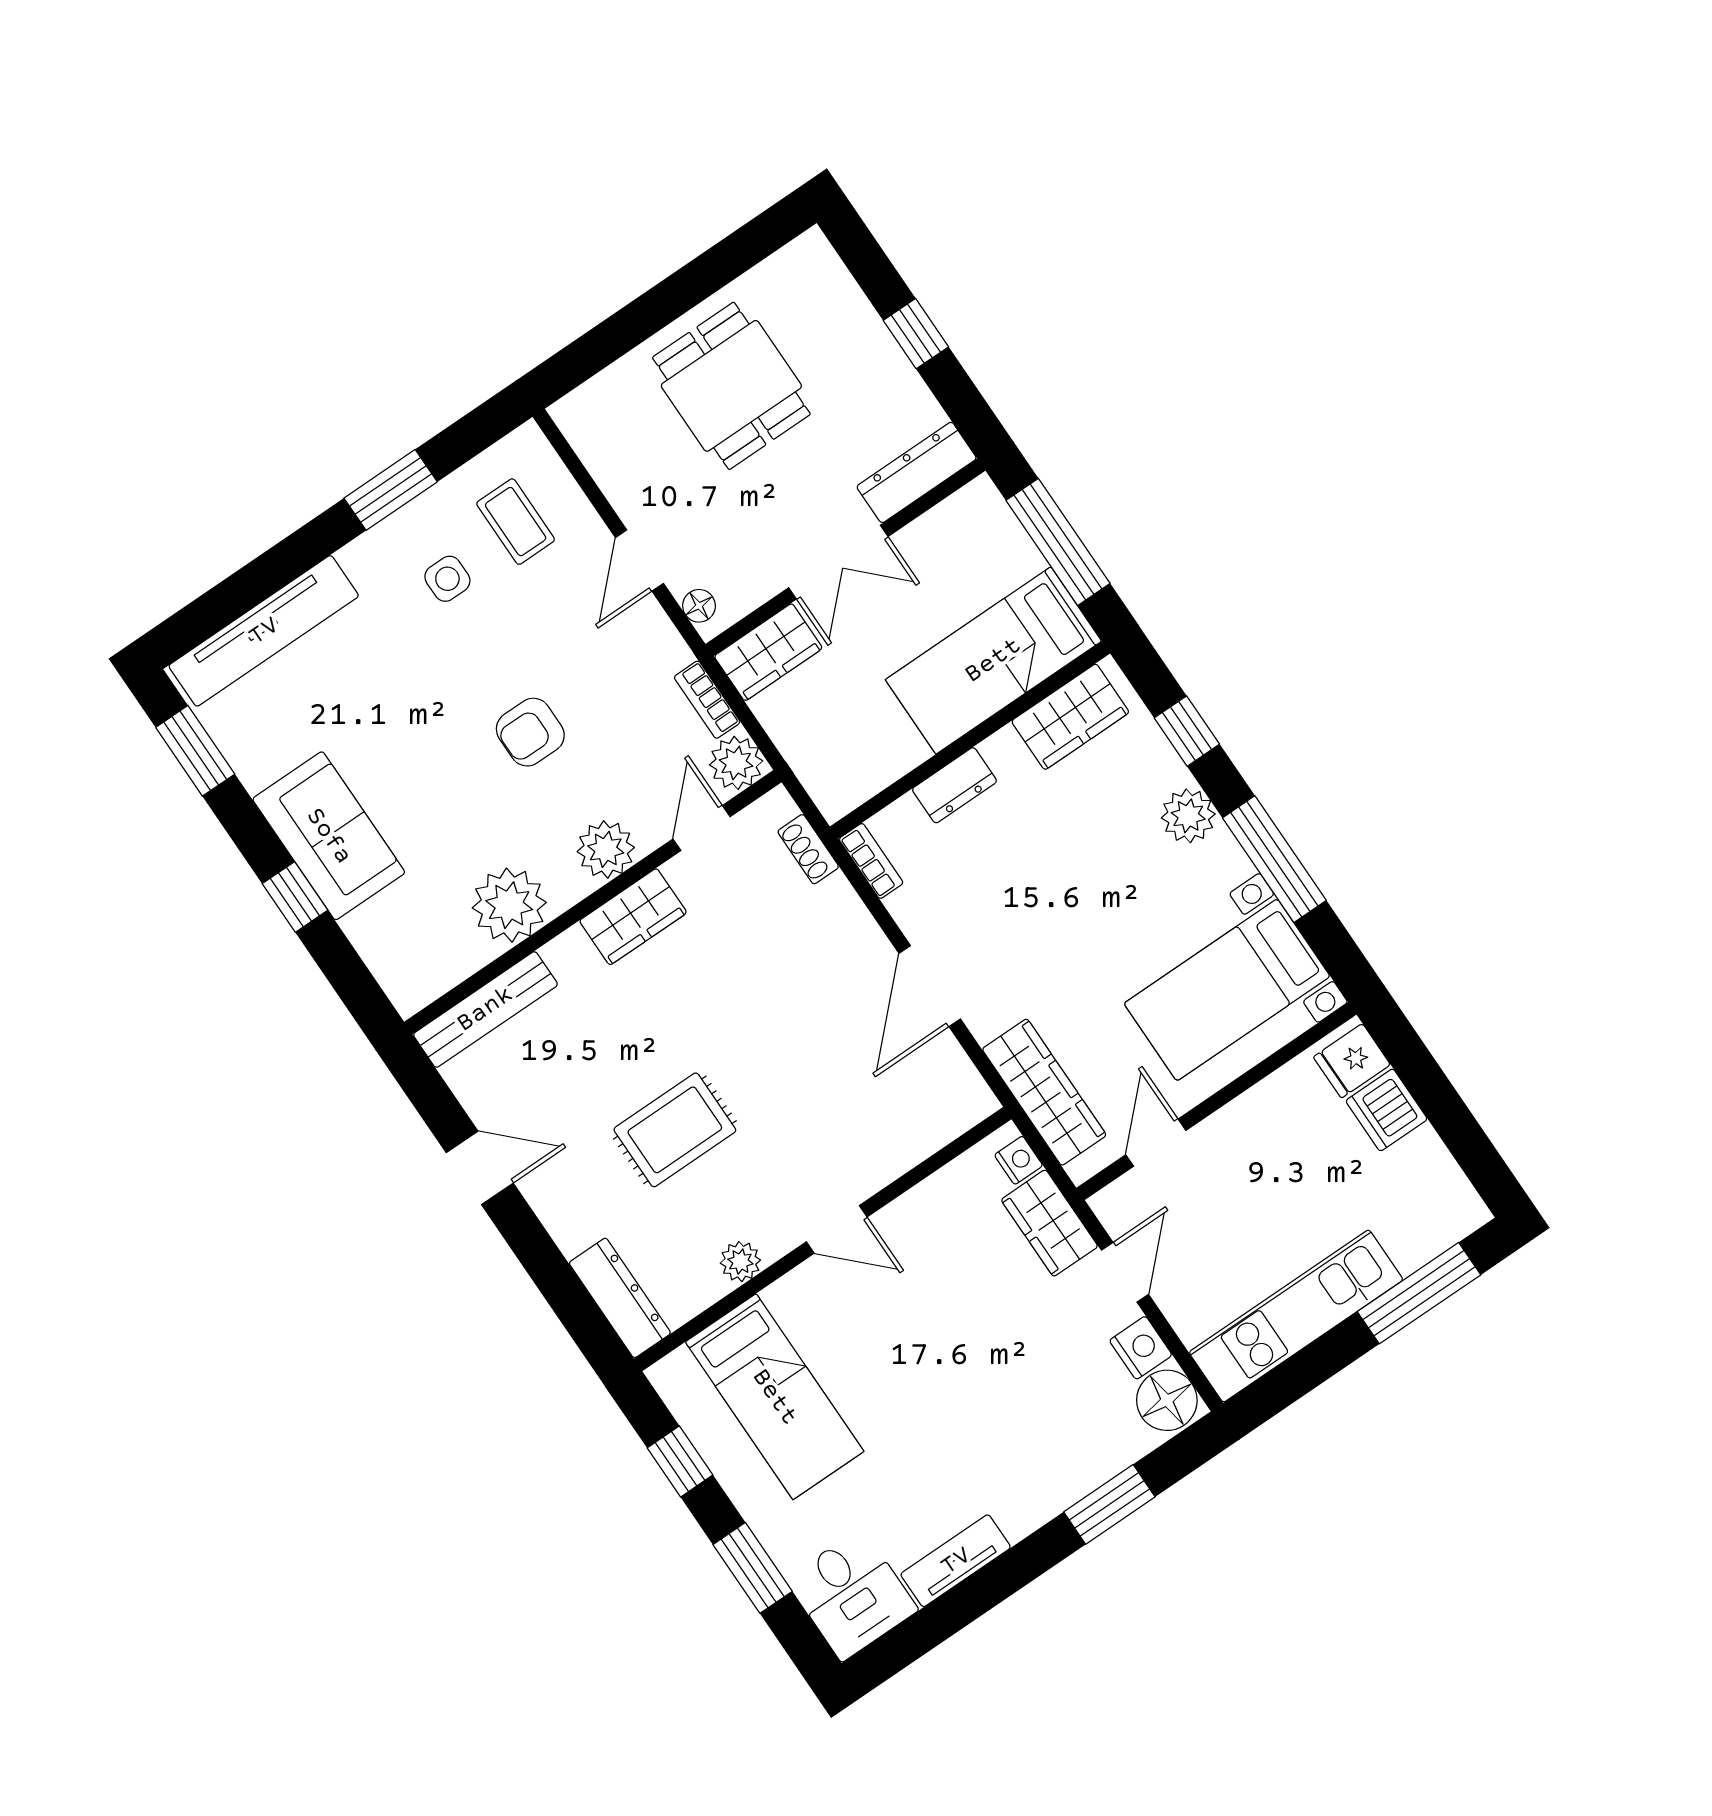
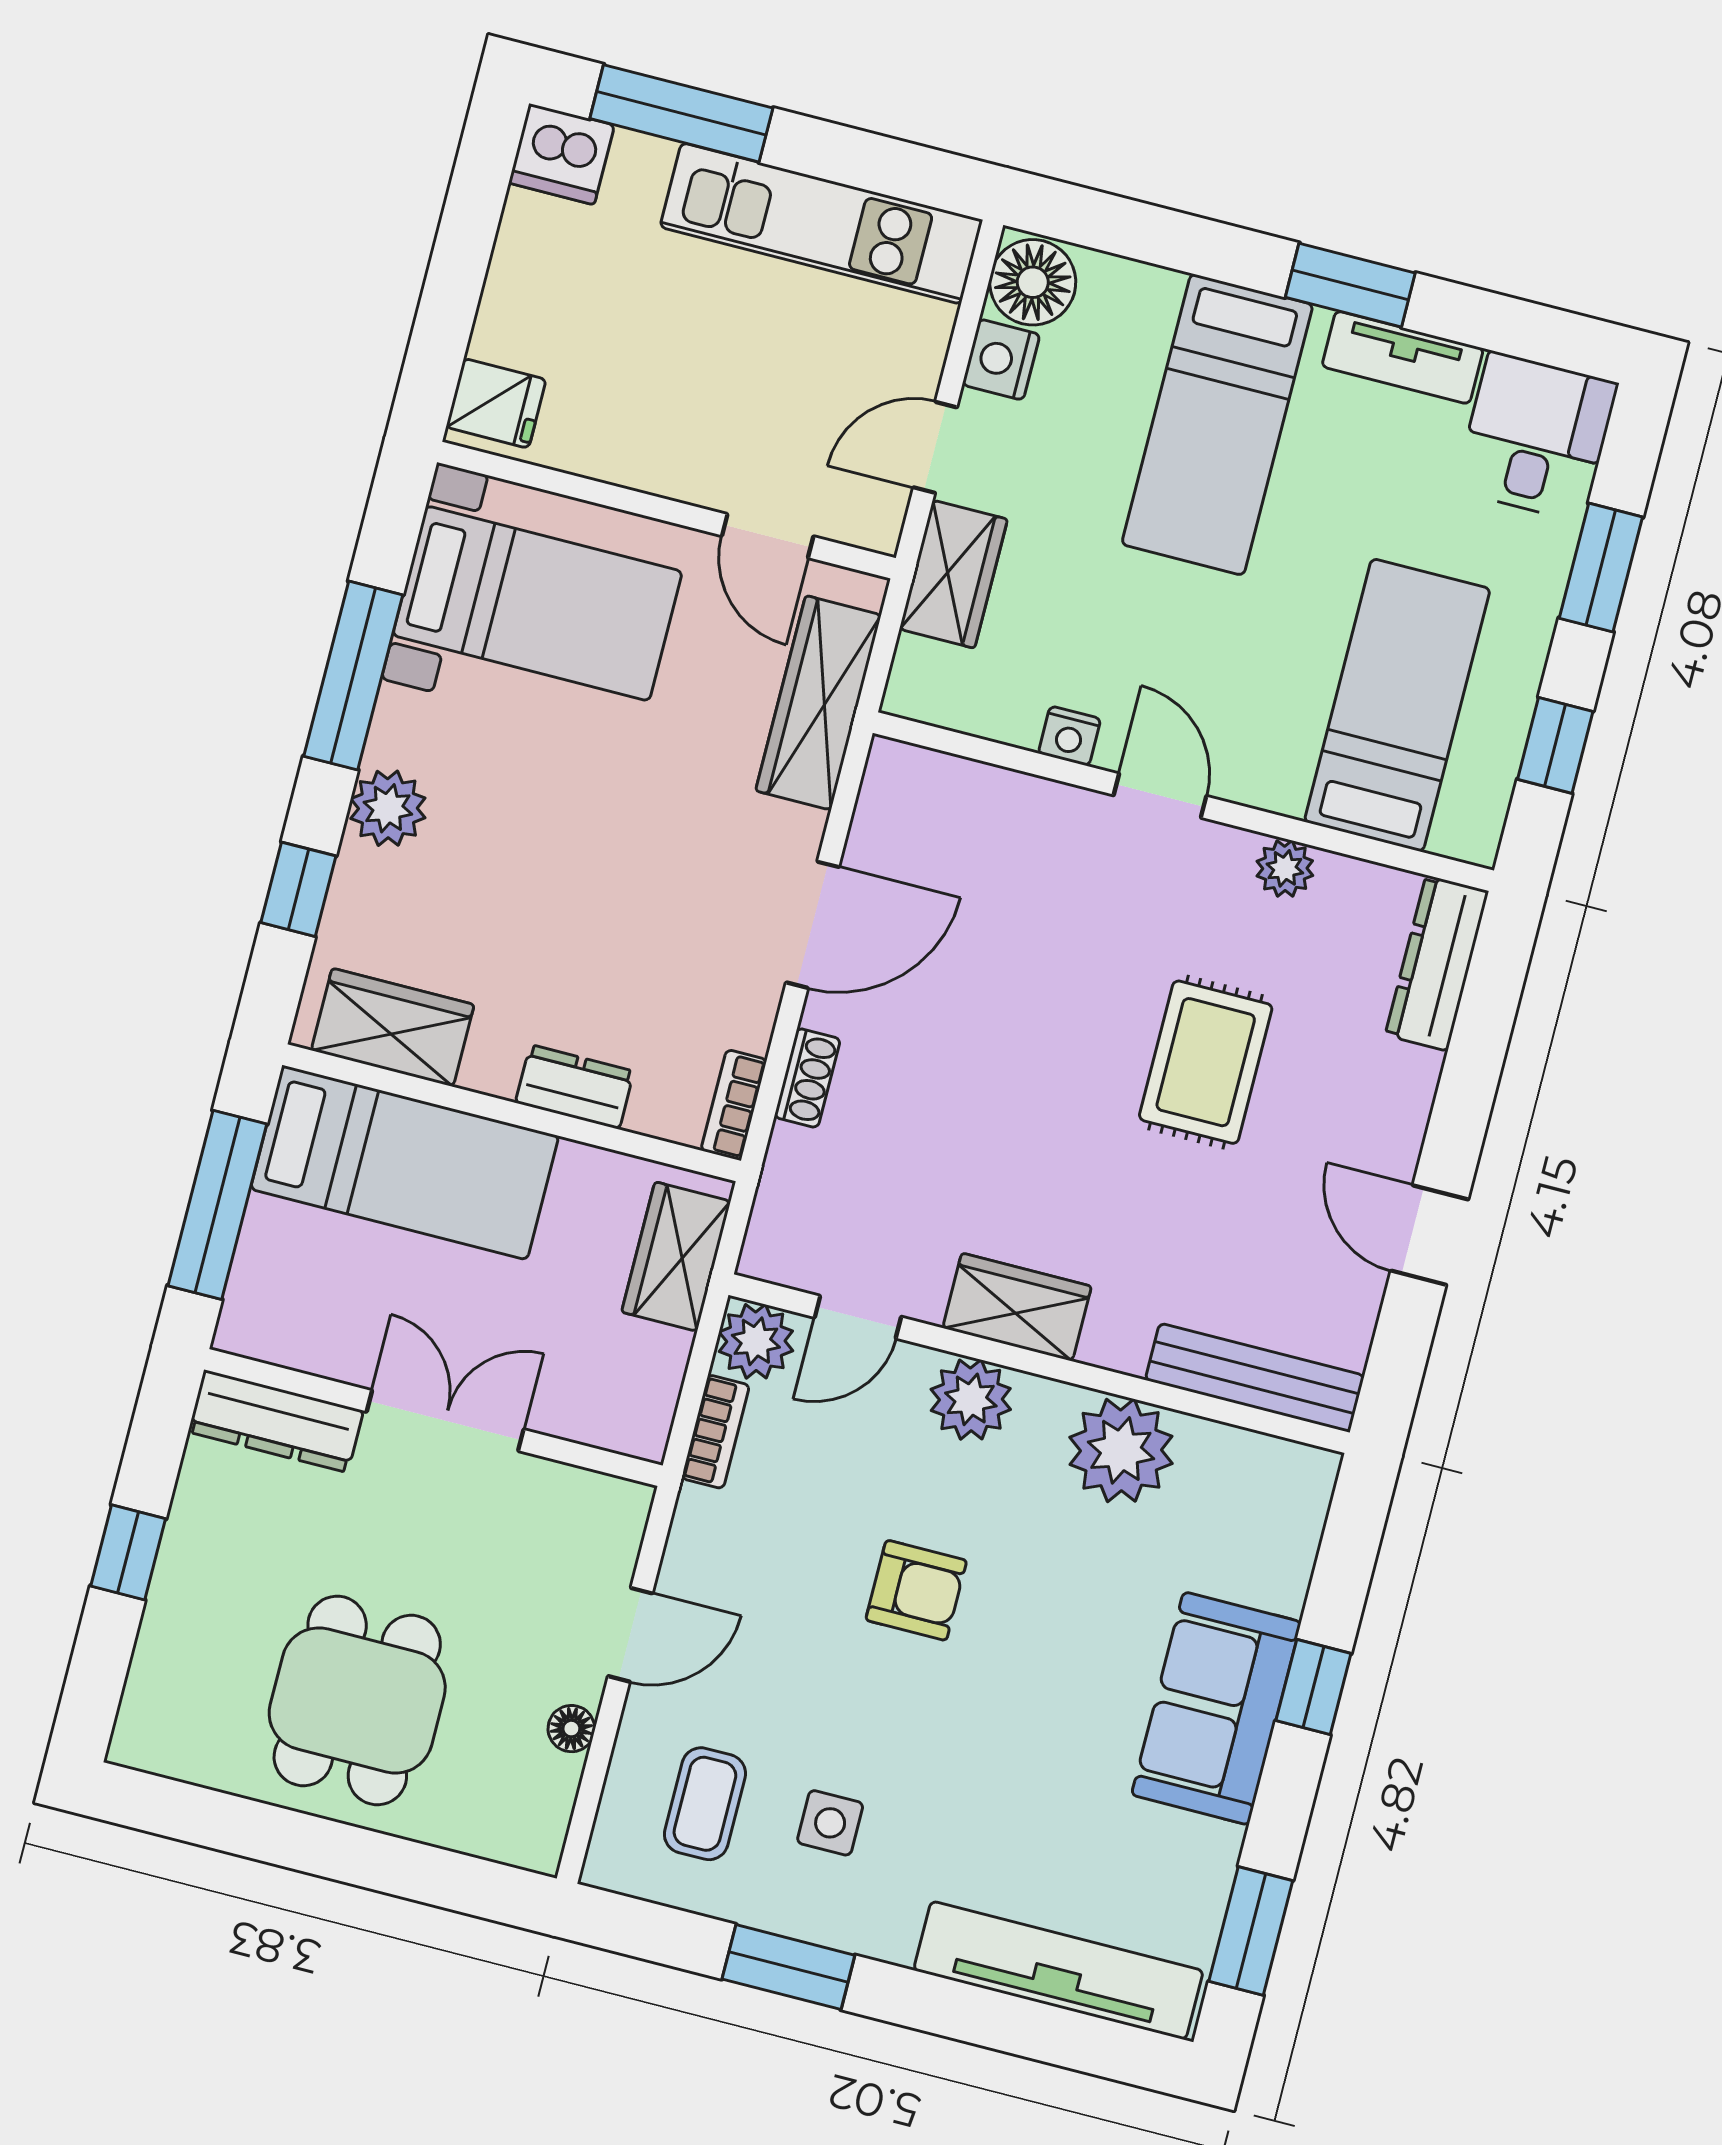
floor lamp: (699, 606) -> (571, 1729), moved
wardrobe: (768, 652) -> (676, 1257), moved, turned -90
shoe rack: (808, 849) -> (807, 1078), moved
dishwasher: (1387, 1110) -> (562, 154), moved, turned 90
rug: (675, 1130) -> (1206, 1062), turned 90
door: (1156, 1143) -> (768, 536), hinge flipped
nightstand: (1019, 1160) -> (1069, 736), moved, turned -90
bed: (1006, 1432) -> (1217, 424), added
window: (1109, 1504) -> (1350, 285), moved

